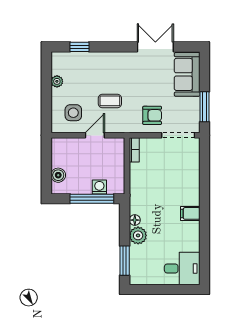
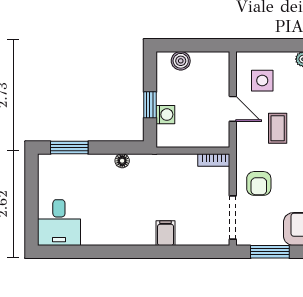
window: (92, 199) -> (150, 105), width x0.46
filing cabinet: (190, 213) -> (166, 233), moved
plant: (138, 235) -> (102, 165), removed

